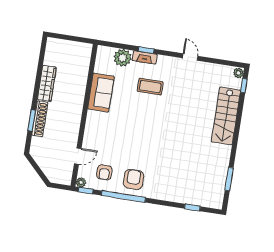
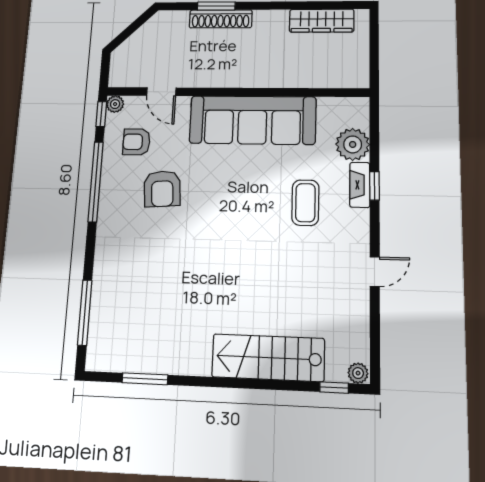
wardrobe: (47, 83) -> (322, 21), moved
sofa: (101, 93) -> (253, 120), width x1.85, depth x1.27
armchair: (134, 179) -> (162, 189), moved, turned 86
window: (192, 207) -> (85, 312), width x2.17

